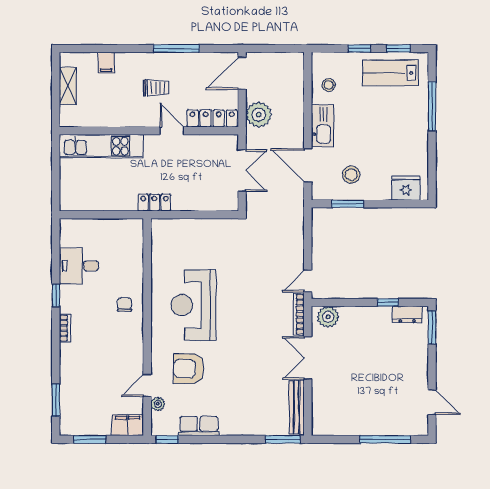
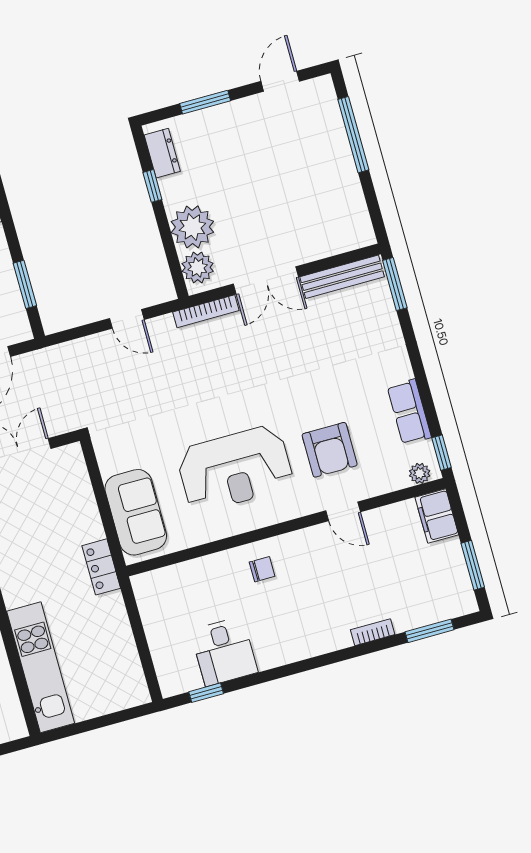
sofa: (183, 234) -> (136, 512), added
door: (308, 281) -> (127, 319), moved
window: (56, 295) -> (206, 693), moved
chair: (125, 305) -> (262, 569), turned 180
plant: (355, 321) -> (192, 227), added
window: (432, 327) -> (205, 102), moved
bookcase: (65, 328) -> (373, 632), moved
door: (147, 385) -> (343, 511), moved
plant: (158, 404) -> (420, 473), moved

